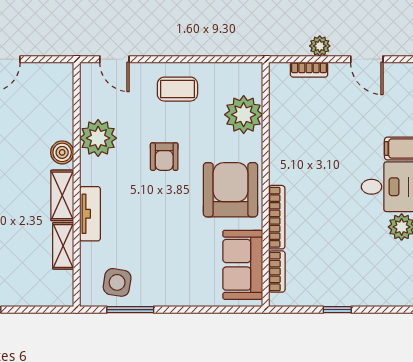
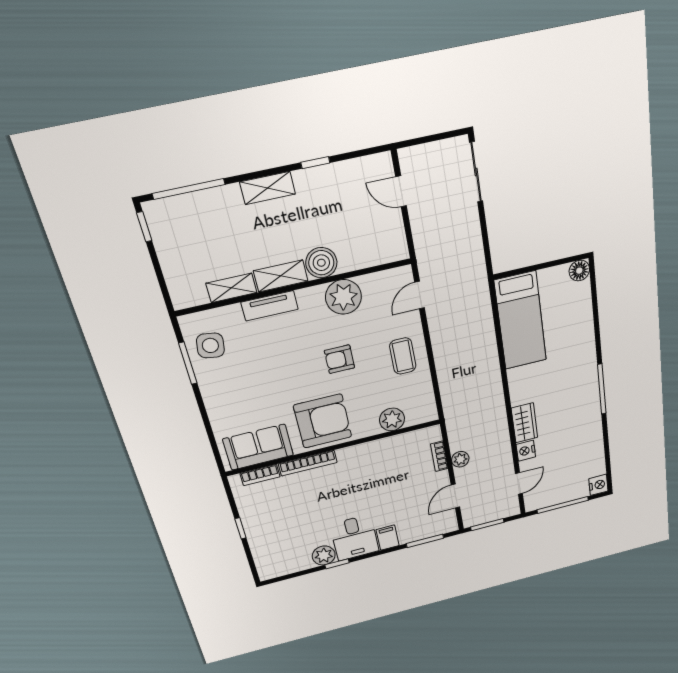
plant: (244, 115) -> (392, 419), width x0.73, depth x0.73
boiler: (62, 152) -> (321, 263), width x1.36, depth x1.36

